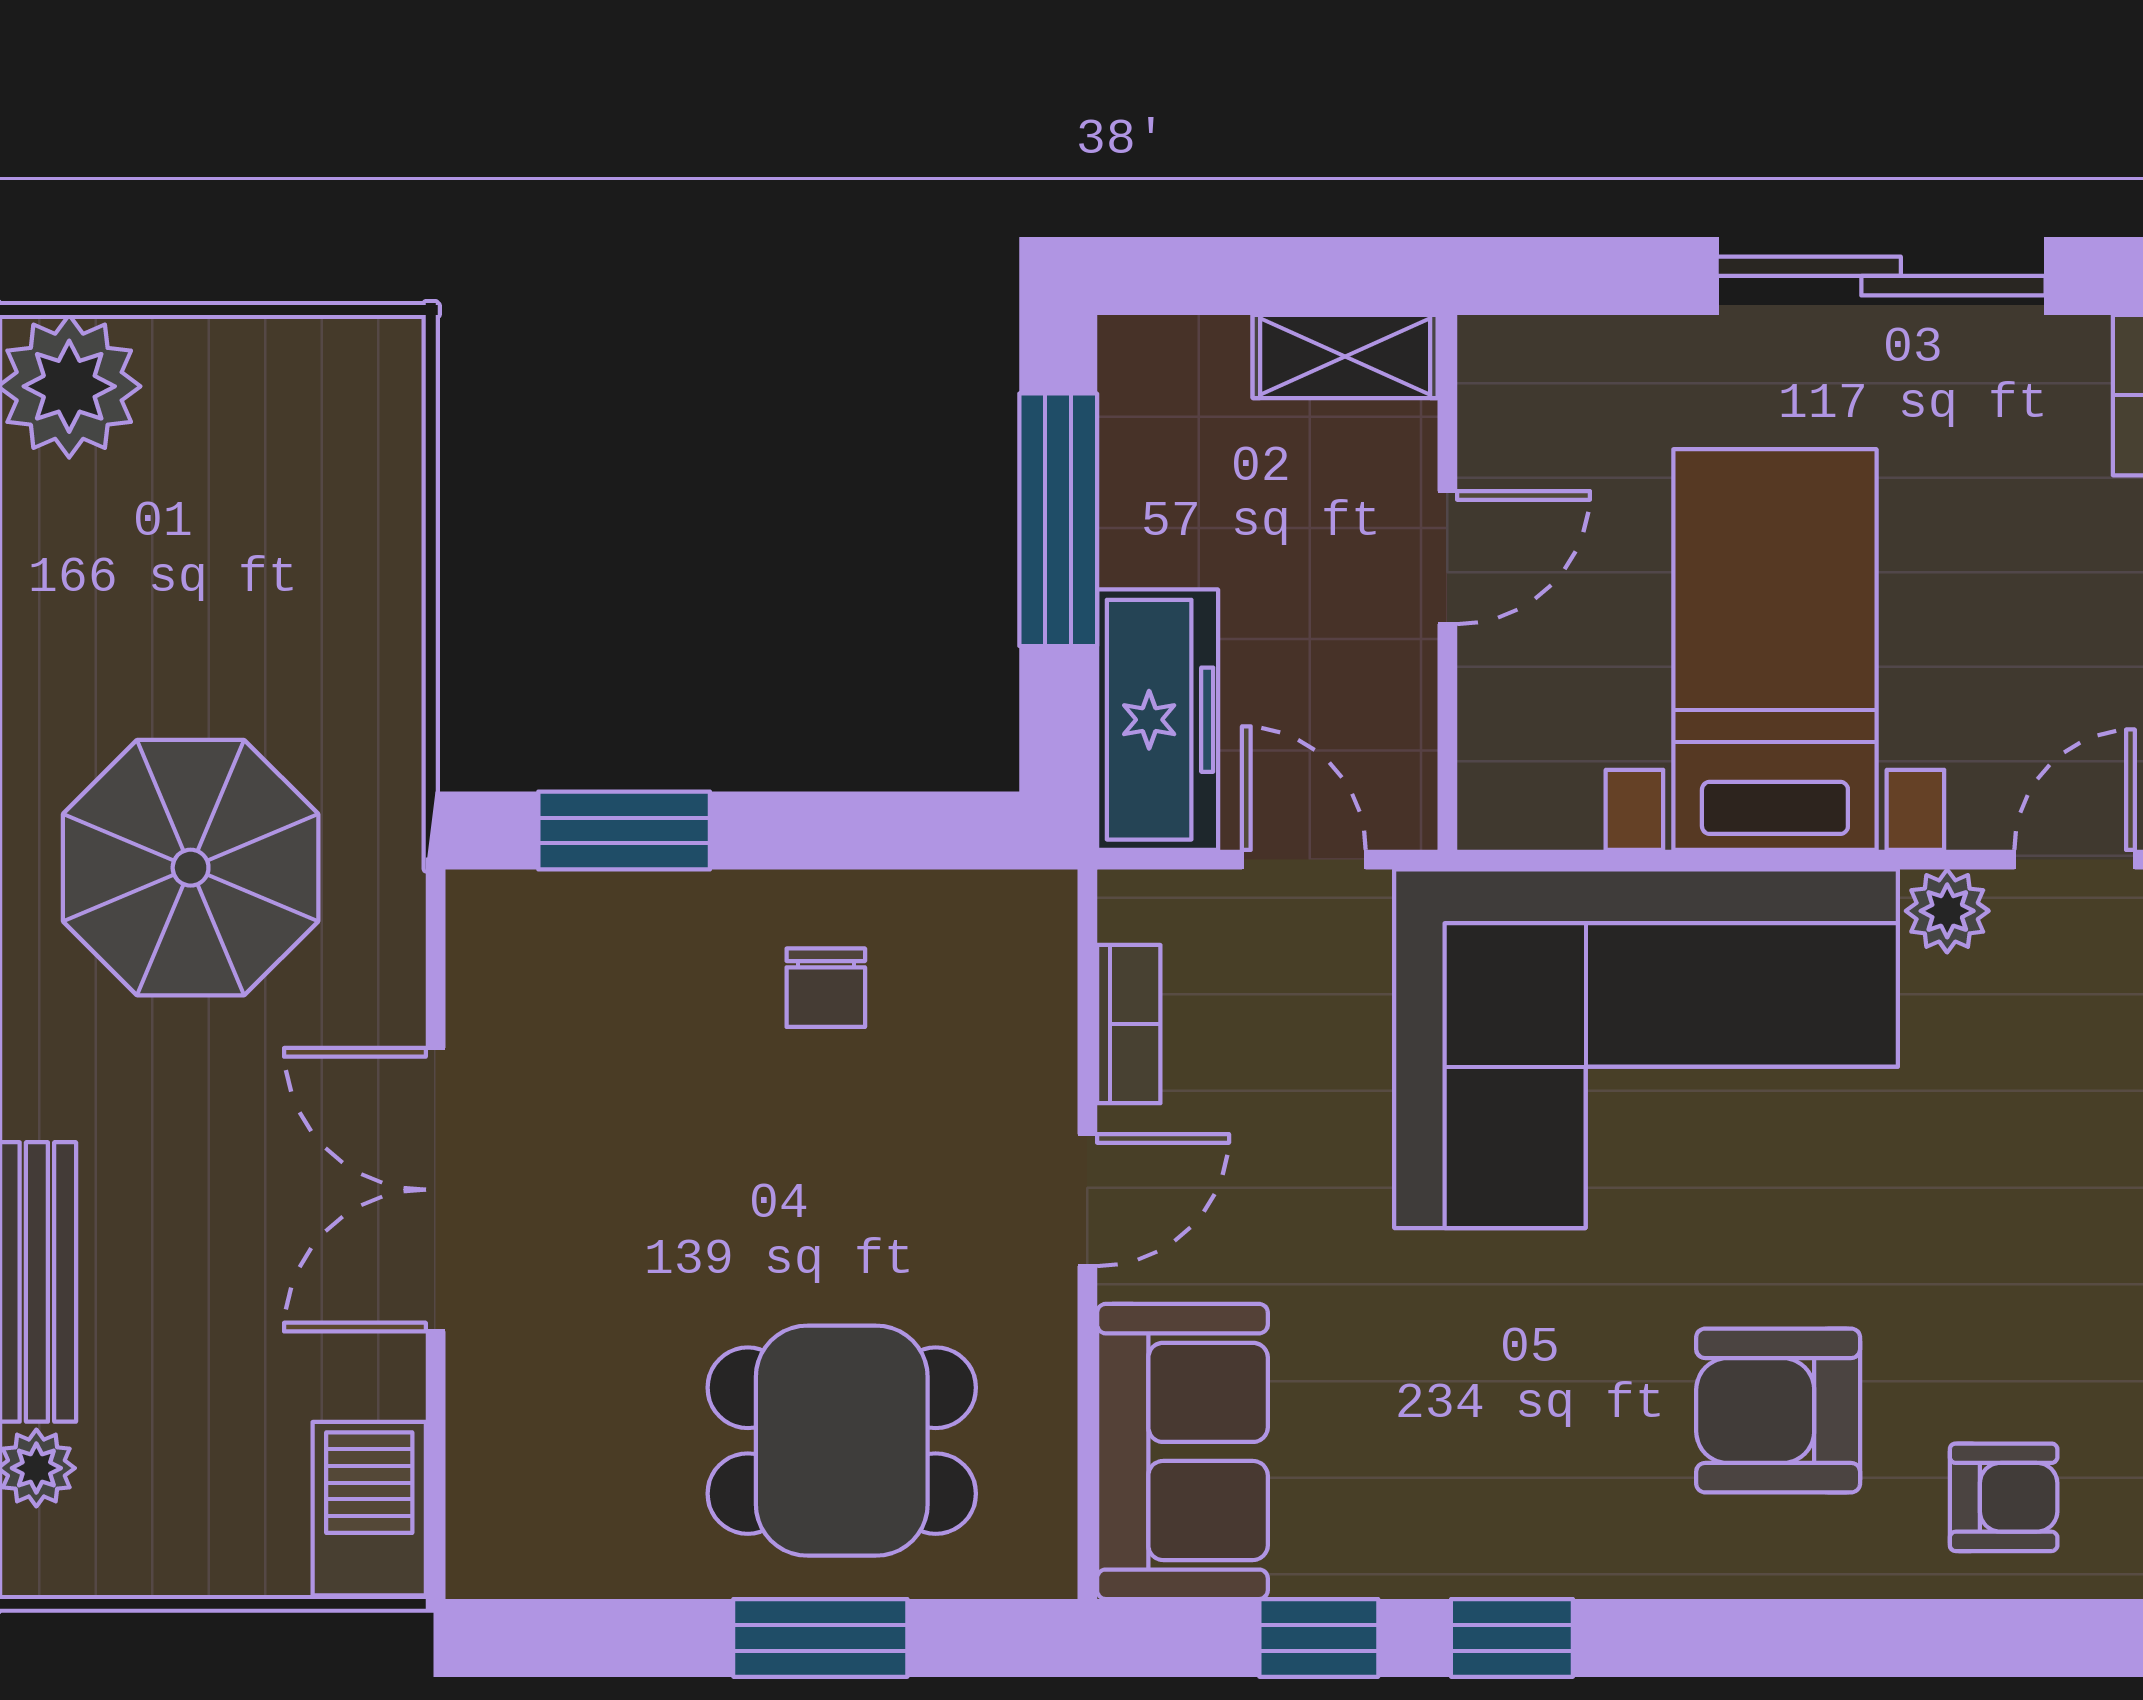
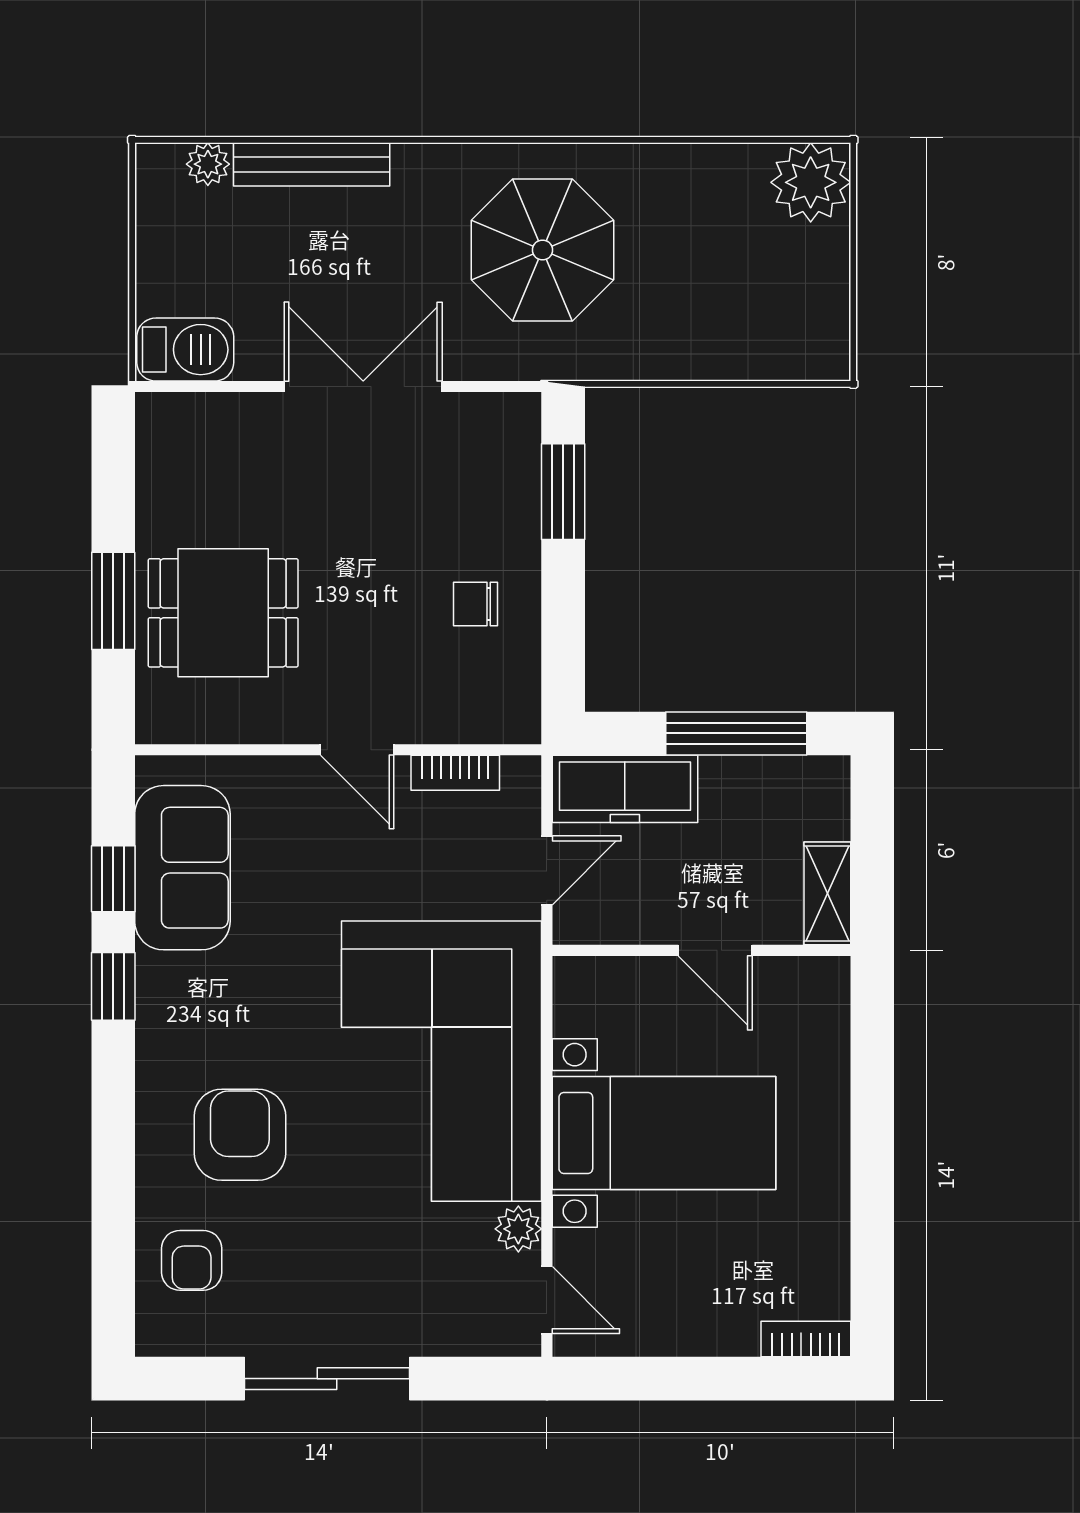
sliding door: (1881, 276) -> (872, 1192), removed
dining table: (842, 1441) -> (223, 613), turned 90
sofa: (1182, 1451) -> (182, 868), moved, turned -90

